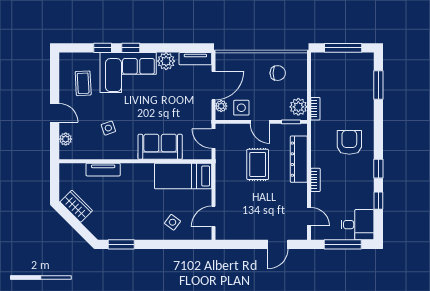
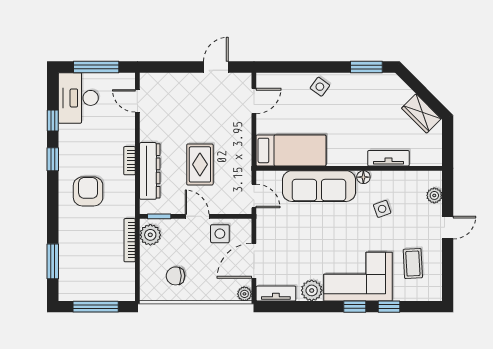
plant: (221, 106) -> (244, 294), moved
bookcase: (315, 109) -> (130, 240), width x1.56
door: (55, 113) -> (448, 228), swing flipped
armchair: (349, 142) -> (88, 191), turned 180
sofa: (160, 147) -> (319, 186), width x1.36
floor lamp: (124, 154) -> (363, 177), added
bookcase: (315, 180) -> (129, 161), moved
side table: (173, 222) -> (320, 87), moved
desk: (357, 225) -> (78, 98), width x1.37
door: (278, 244) -> (216, 67), moved

